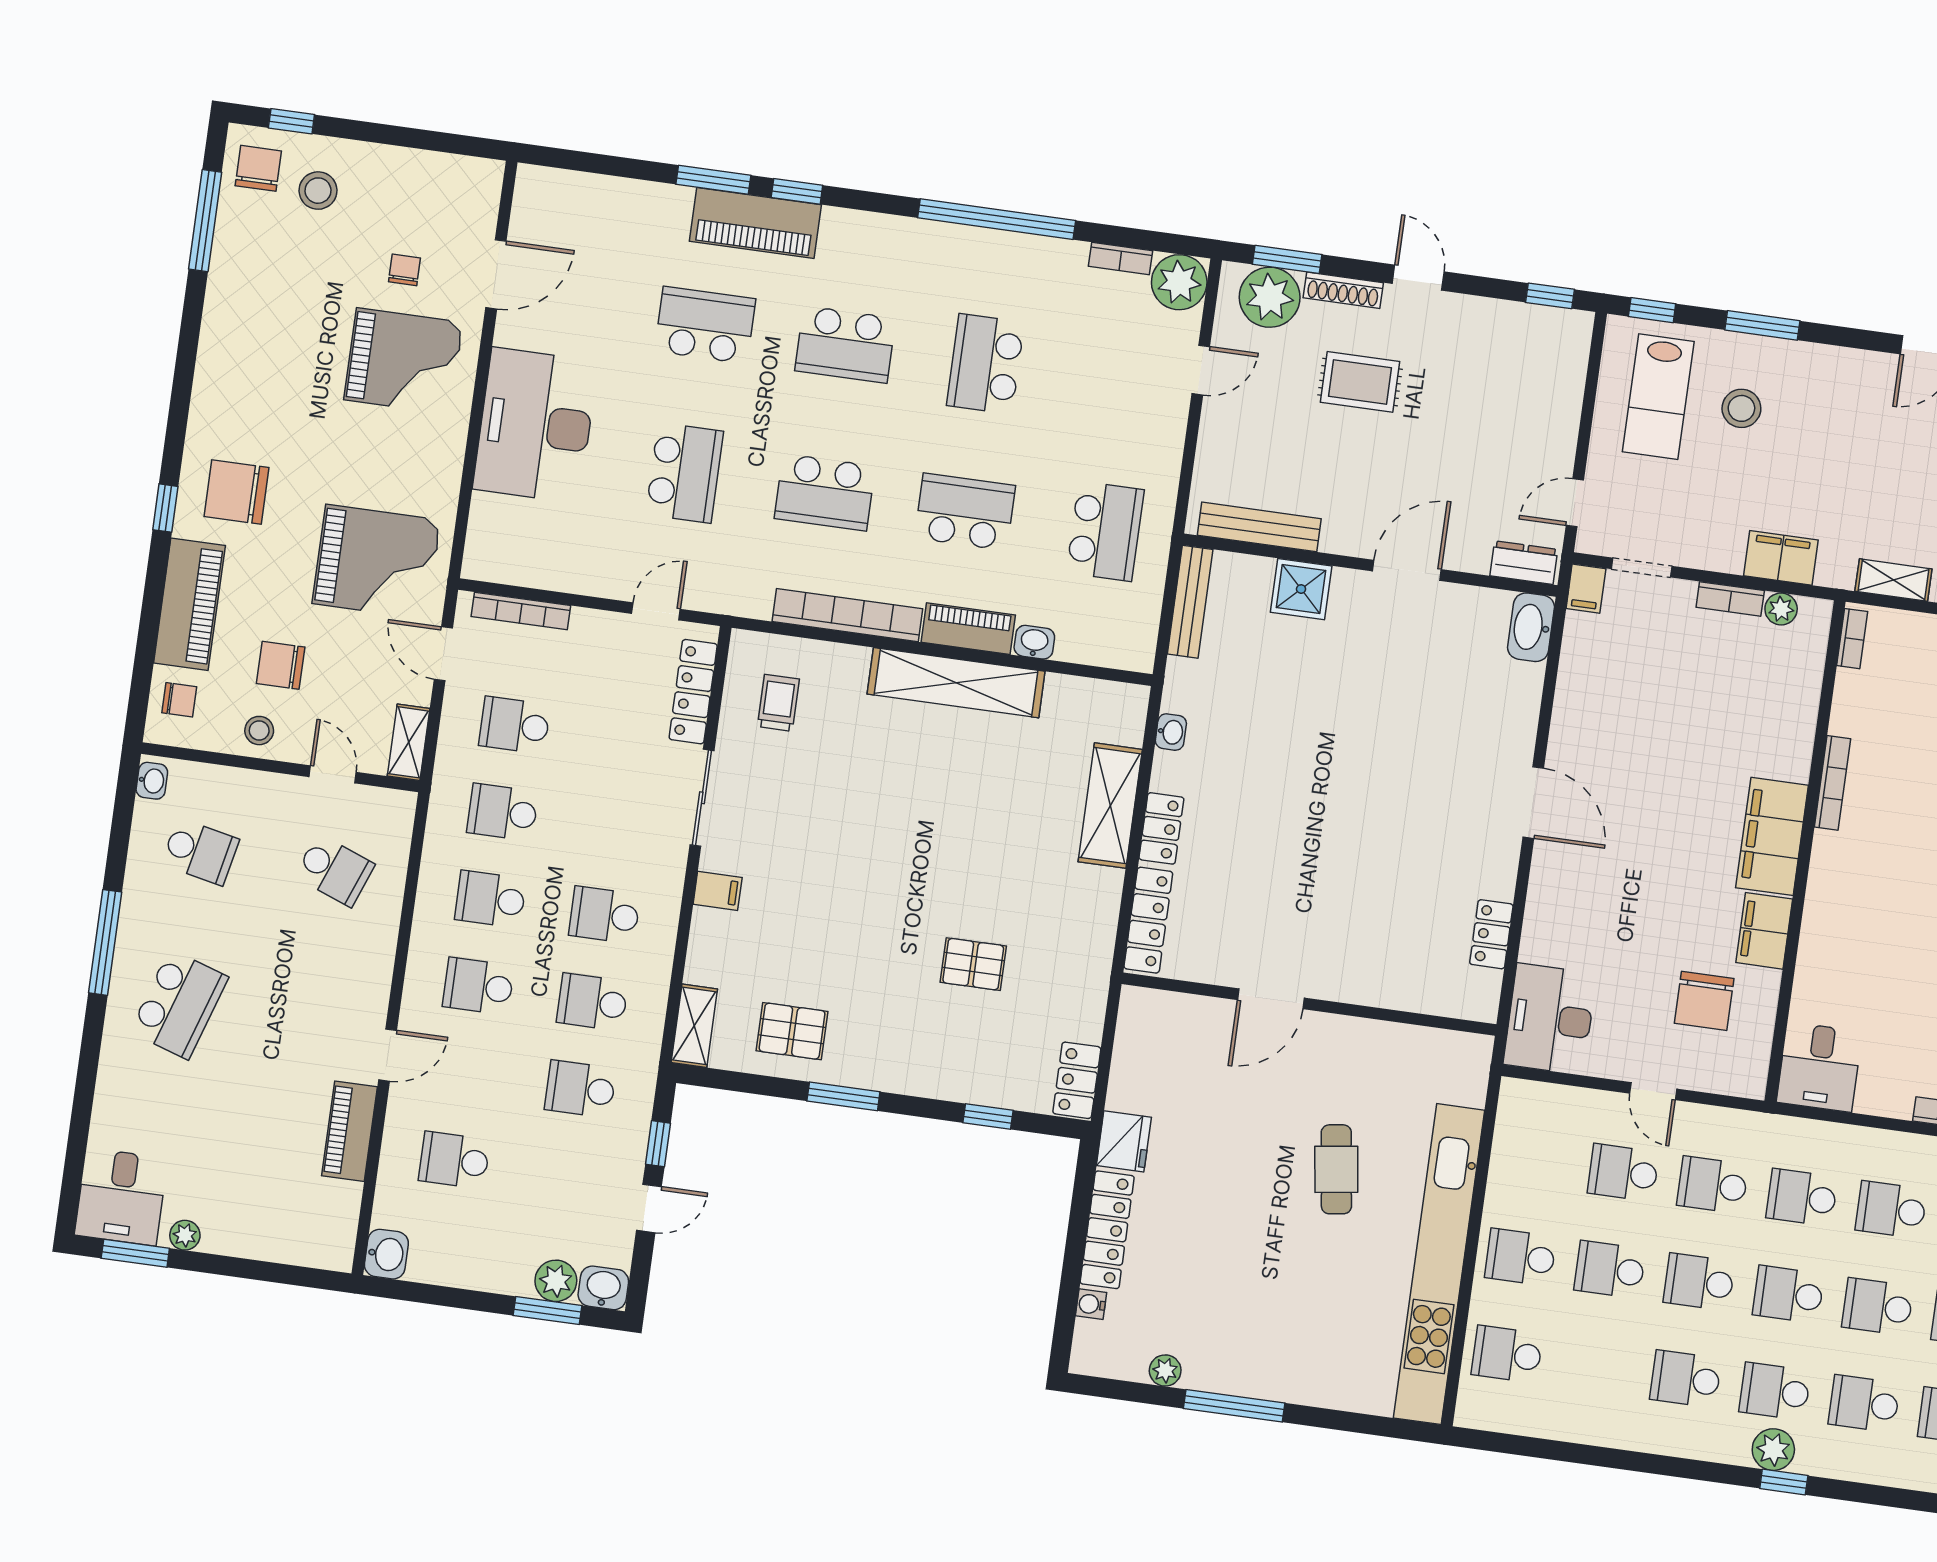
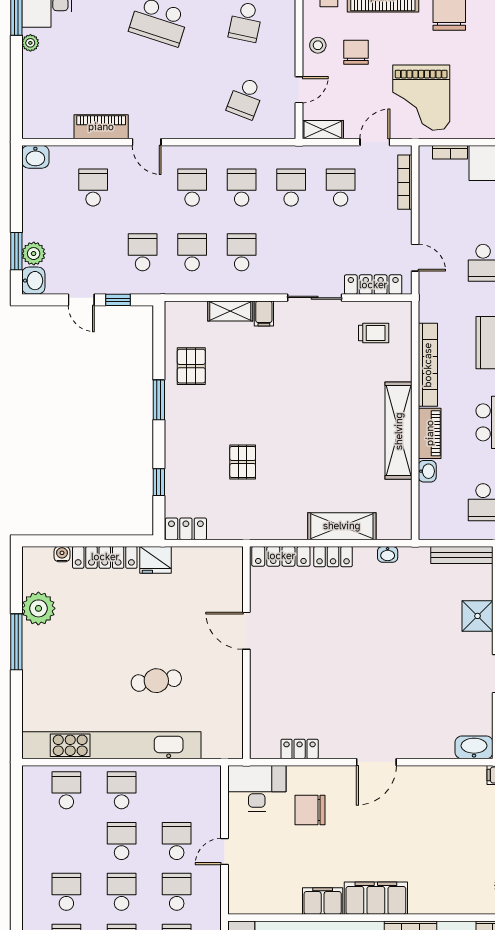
bookcase: (480, 524) -> (450, 152), added
chair: (1704, 1001) -> (310, 810), moved
shelving: (694, 1026) -> (230, 311), moved
plant: (1165, 1370) -> (38, 608), width x1.87, depth x1.87

